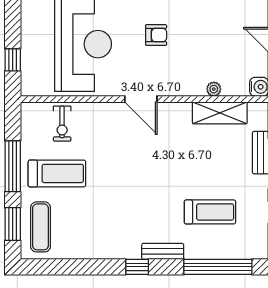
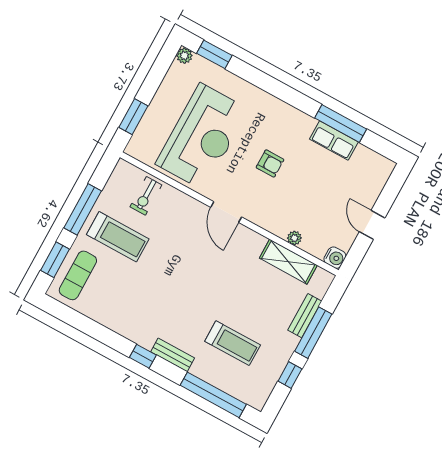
window: (13, 60) -> (133, 117), width x1.50

